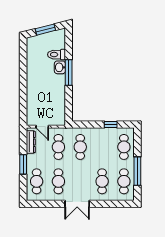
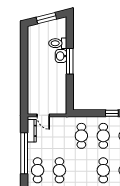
cafe table: (58, 147) -> (103, 136), moved
window: (23, 164) -> (24, 153), width x2.11

